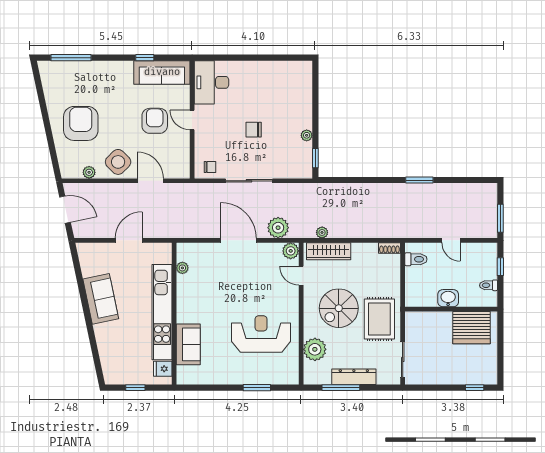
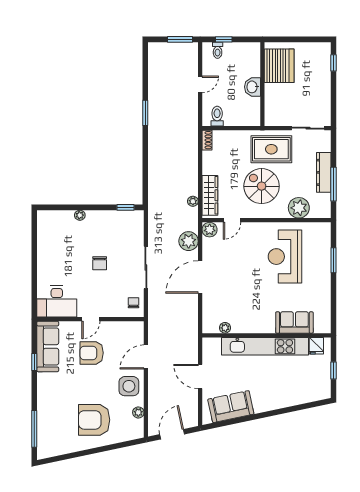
plant: (307, 135) -> (80, 215), moved
side table: (118, 162) -> (129, 386), turned 45
toilet: (489, 285) -> (218, 50), moved
sofa: (101, 299) -> (231, 407), moved
spiral stairs: (339, 308) -> (262, 186), turned 180

